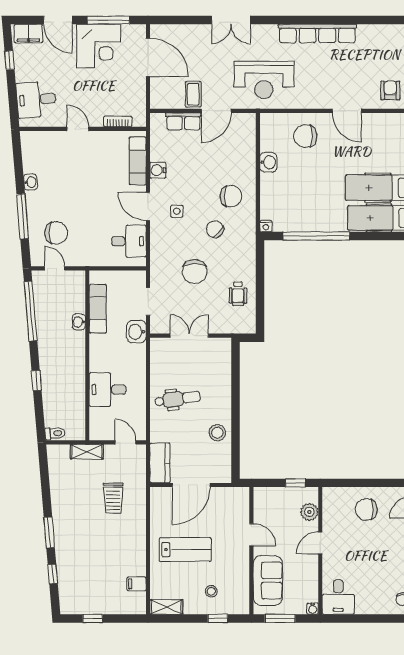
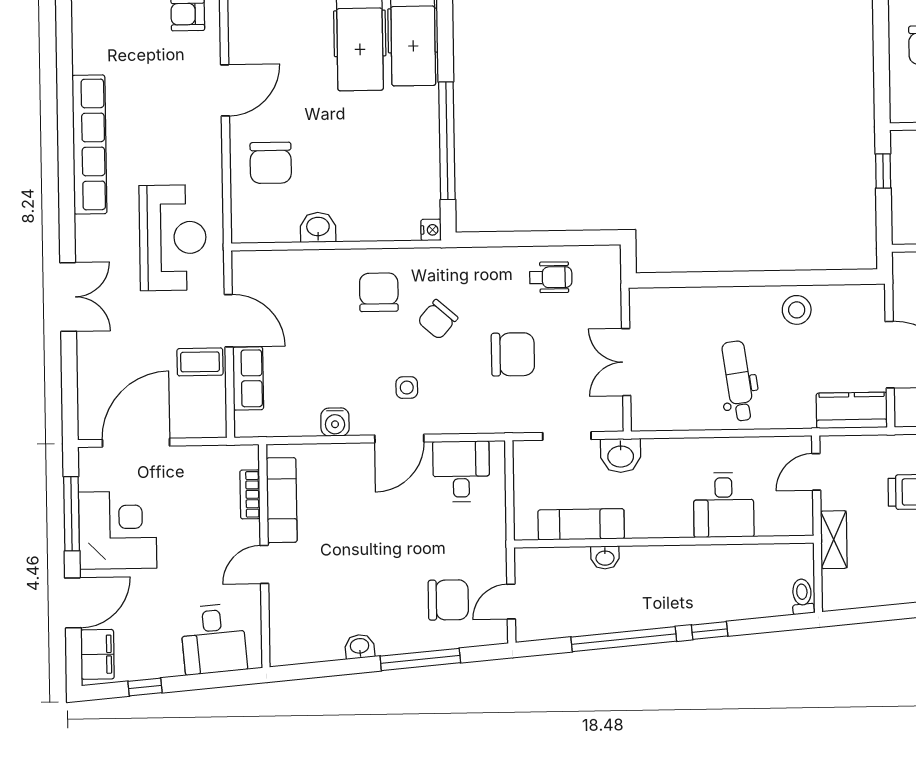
exam couch: (138, 161) -> (282, 500), moved, turned -90
chair: (56, 233) -> (448, 600), turned 90
window: (31, 311) -> (624, 639), moved

